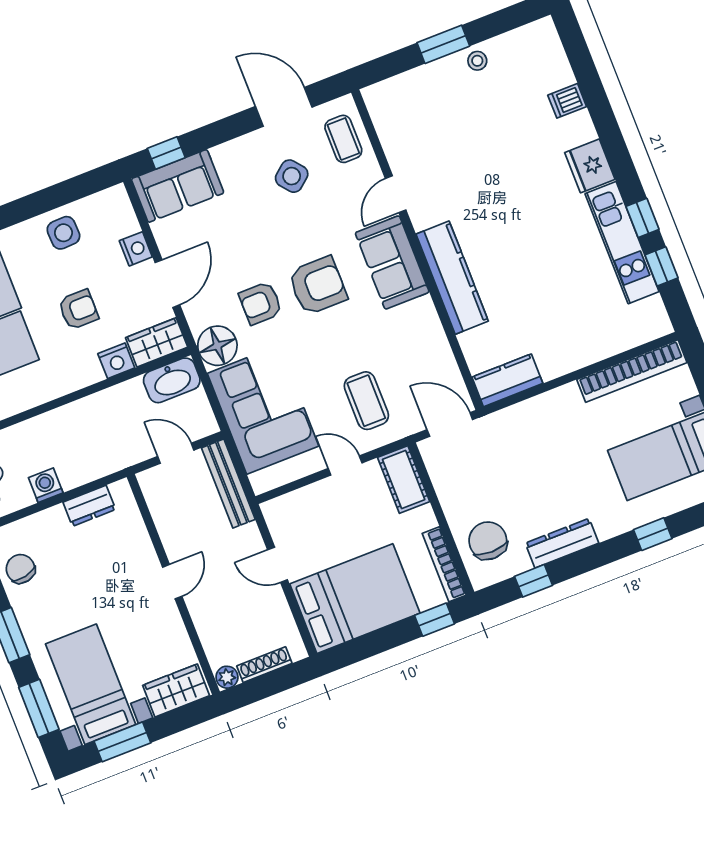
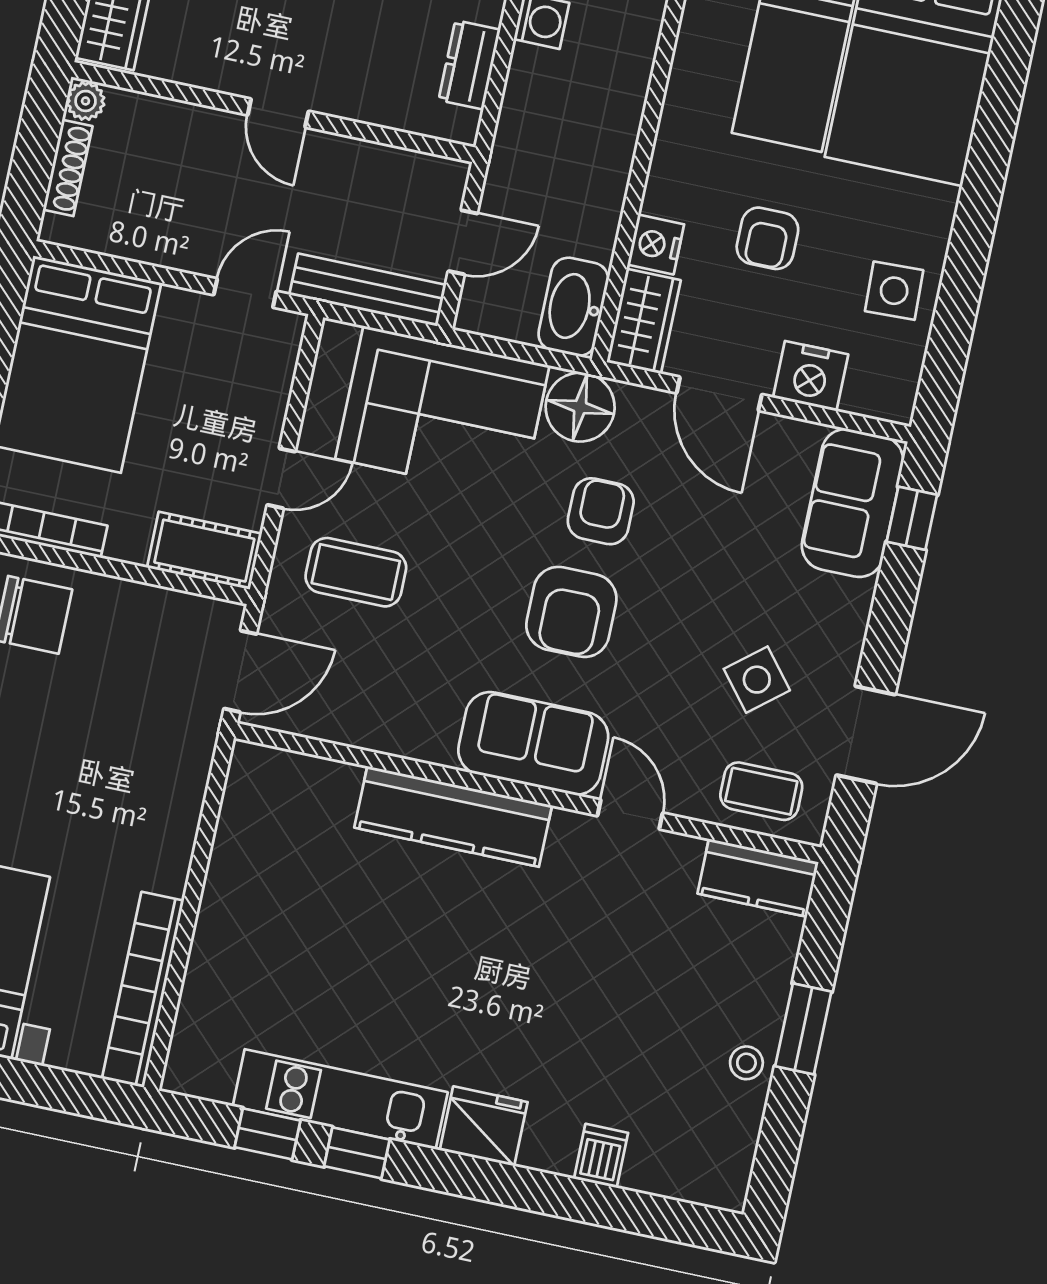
nightstand: (136, 249) -> (811, 376), width x1.36, depth x1.33
kitchen counter: (507, 380) -> (758, 878), moved, turned 90
door: (278, 565) -> (245, 293), moved

